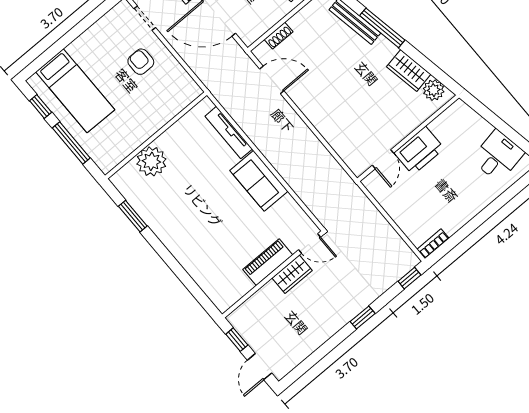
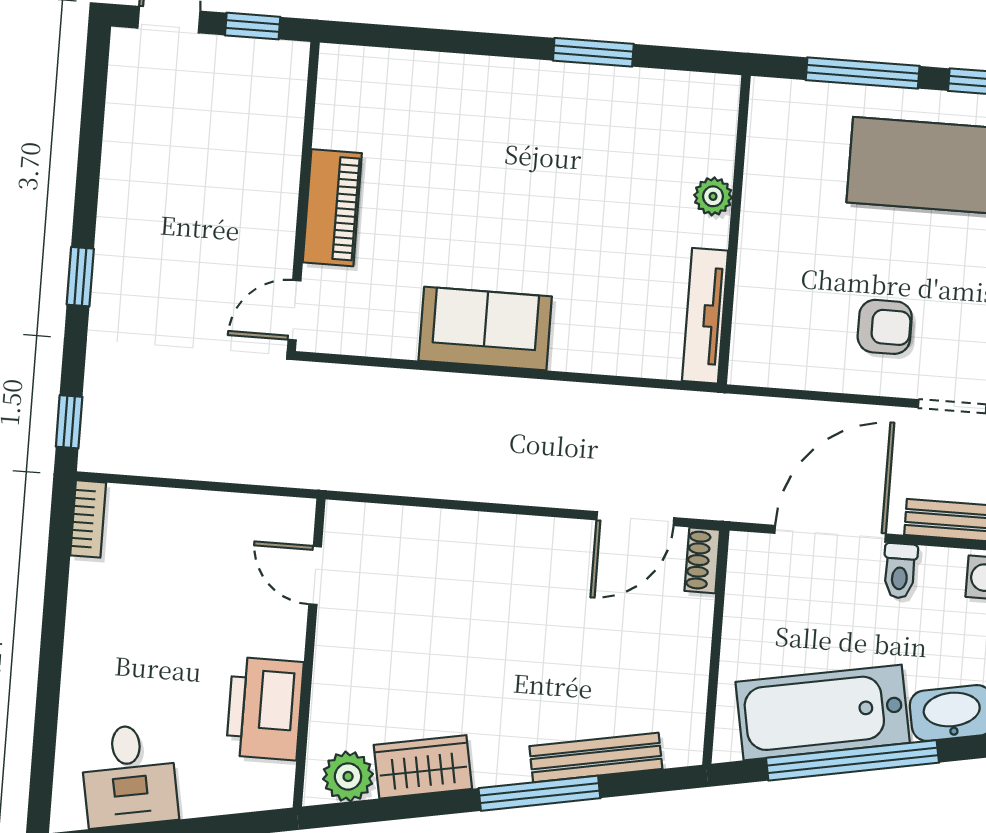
shoe rack: (279, 36) -> (702, 560), moved
tv unit: (229, 133) -> (705, 316), moved, turned -90
printer: (419, 151) -> (265, 709), moved
plant: (151, 161) -> (713, 196), width x0.53, depth x0.53
window: (133, 216) -> (593, 52), moved
wardrobe: (292, 274) -> (271, 229), removed

